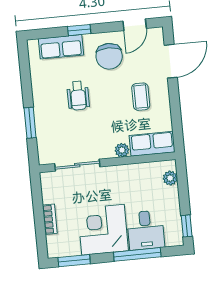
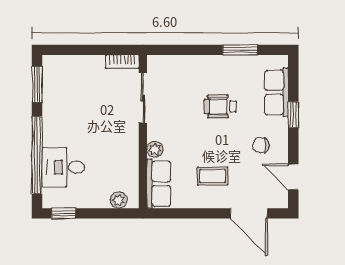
chair: (109, 56) -> (261, 145), width x0.54, depth x0.54
window: (30, 123) -> (240, 50), moved
bookcase: (50, 219) -> (122, 62), moved
corner desk: (103, 230) -> (68, 120), removed
window: (137, 254) -> (37, 155), width x1.46

